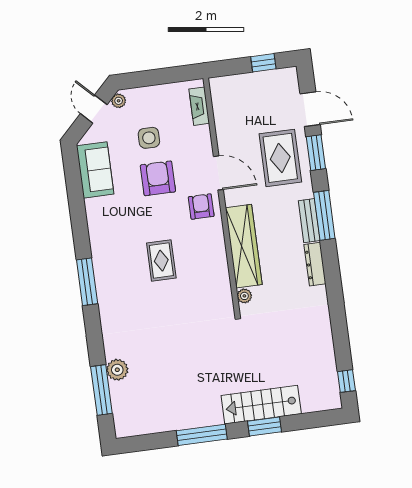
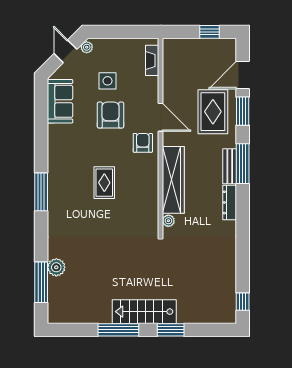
door: (310, 109) -> (243, 75), swing flipped
stairs: (261, 405) -> (144, 312), moved

